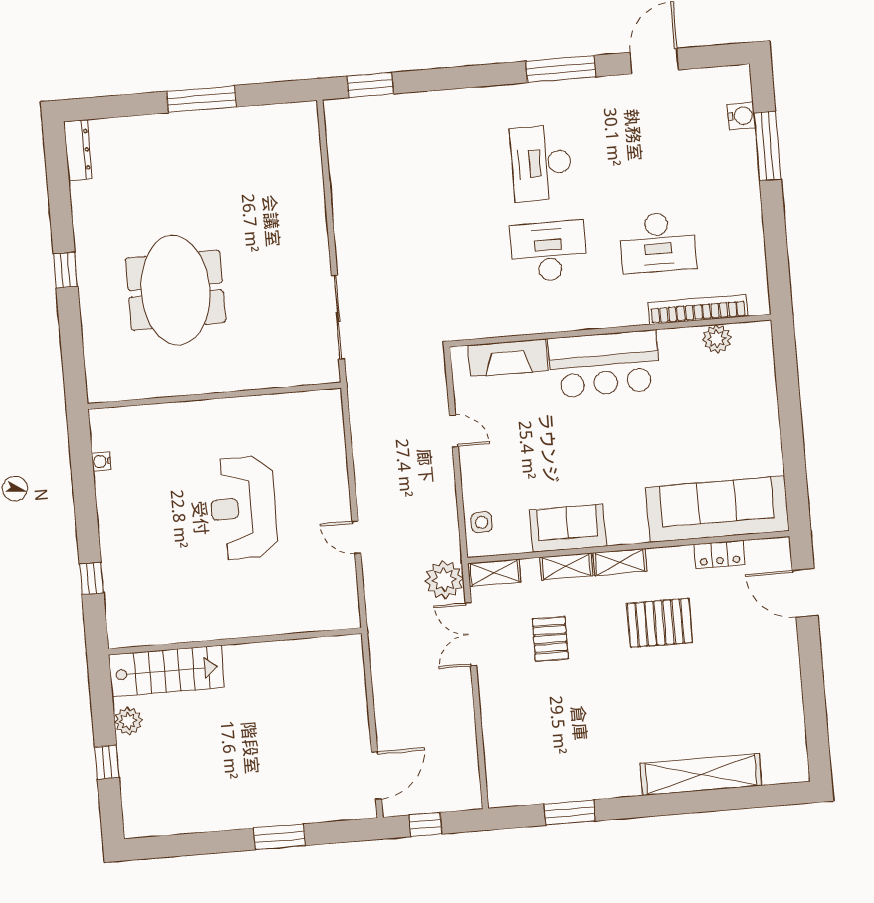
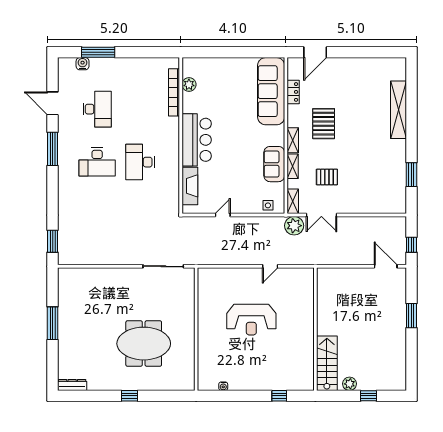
desk: (658, 242) -> (97, 109), moved

